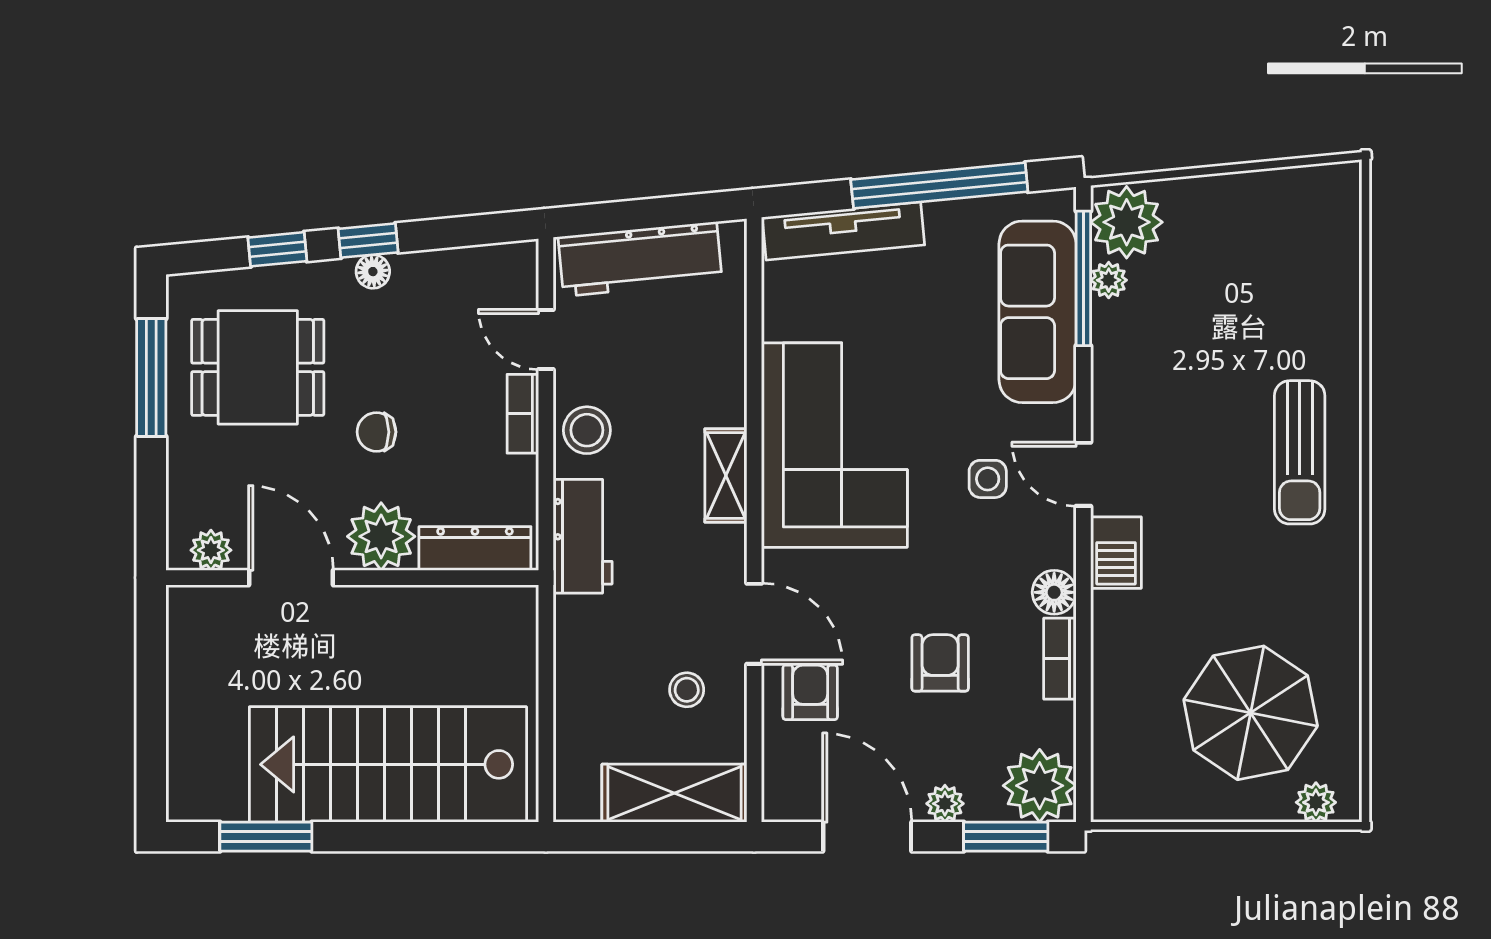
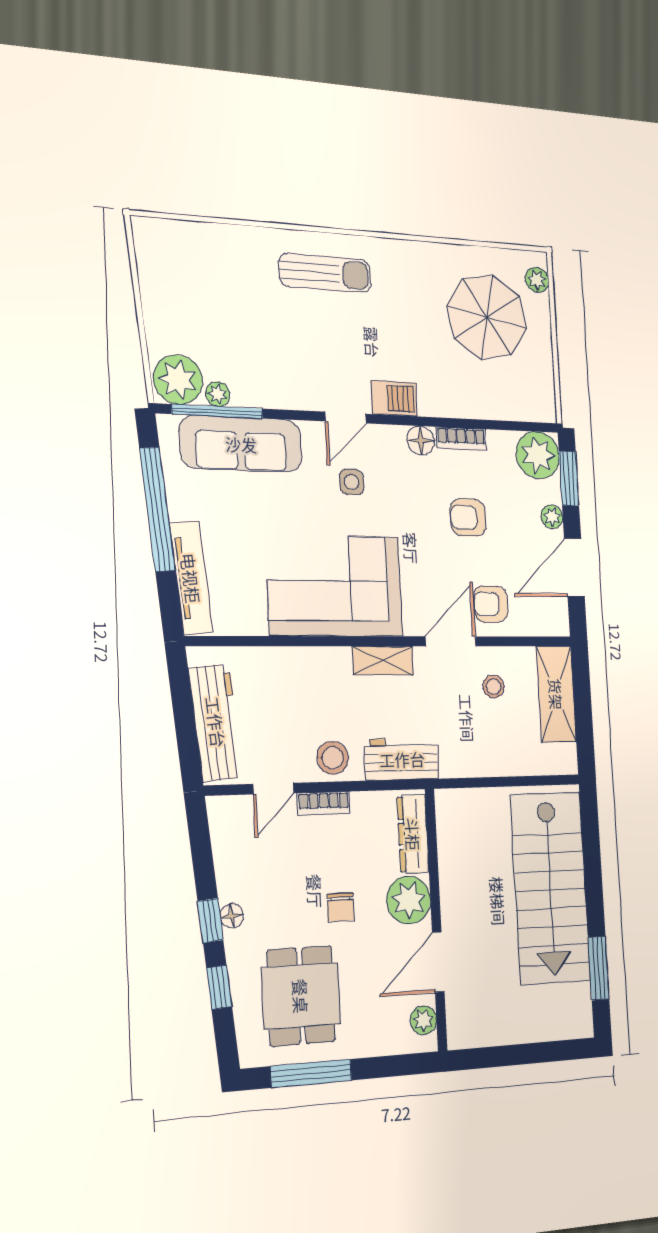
shelving: (726, 476) -> (383, 661), moved

